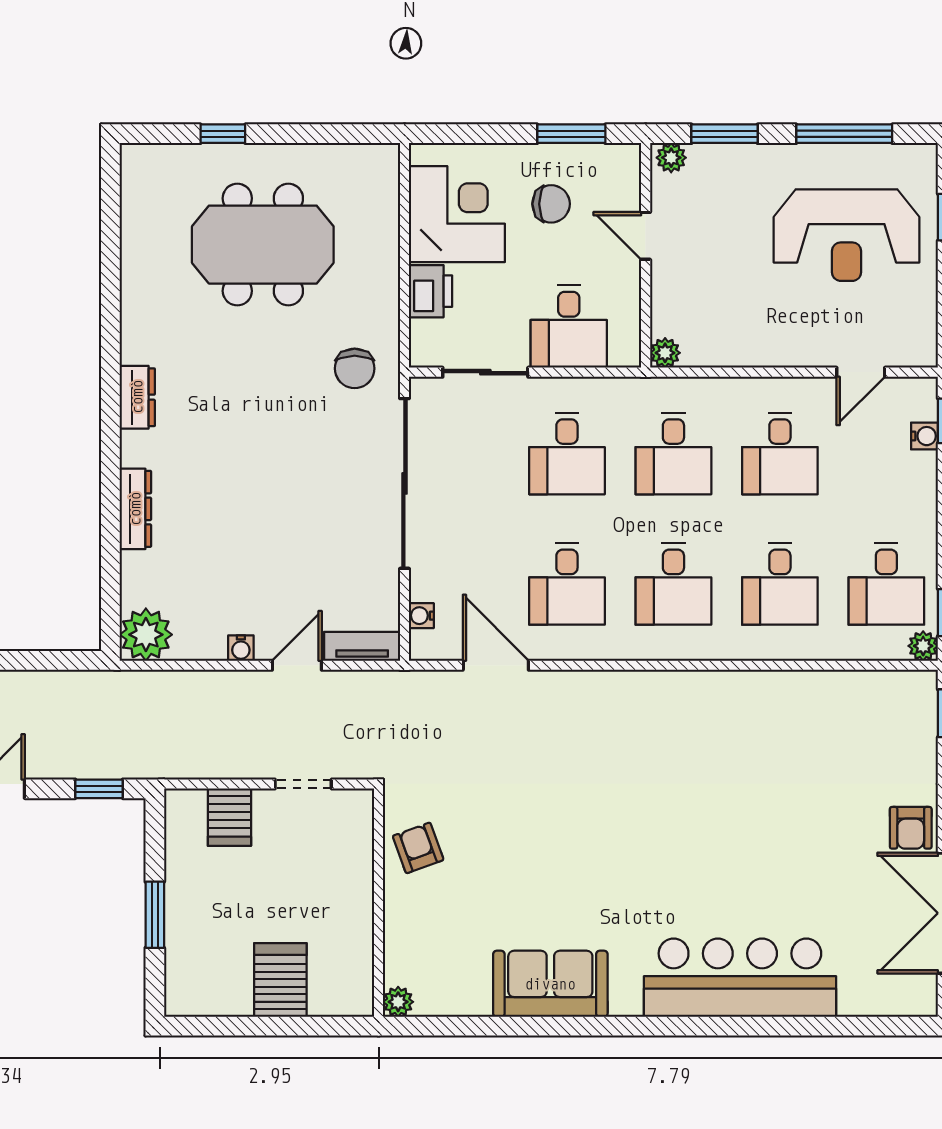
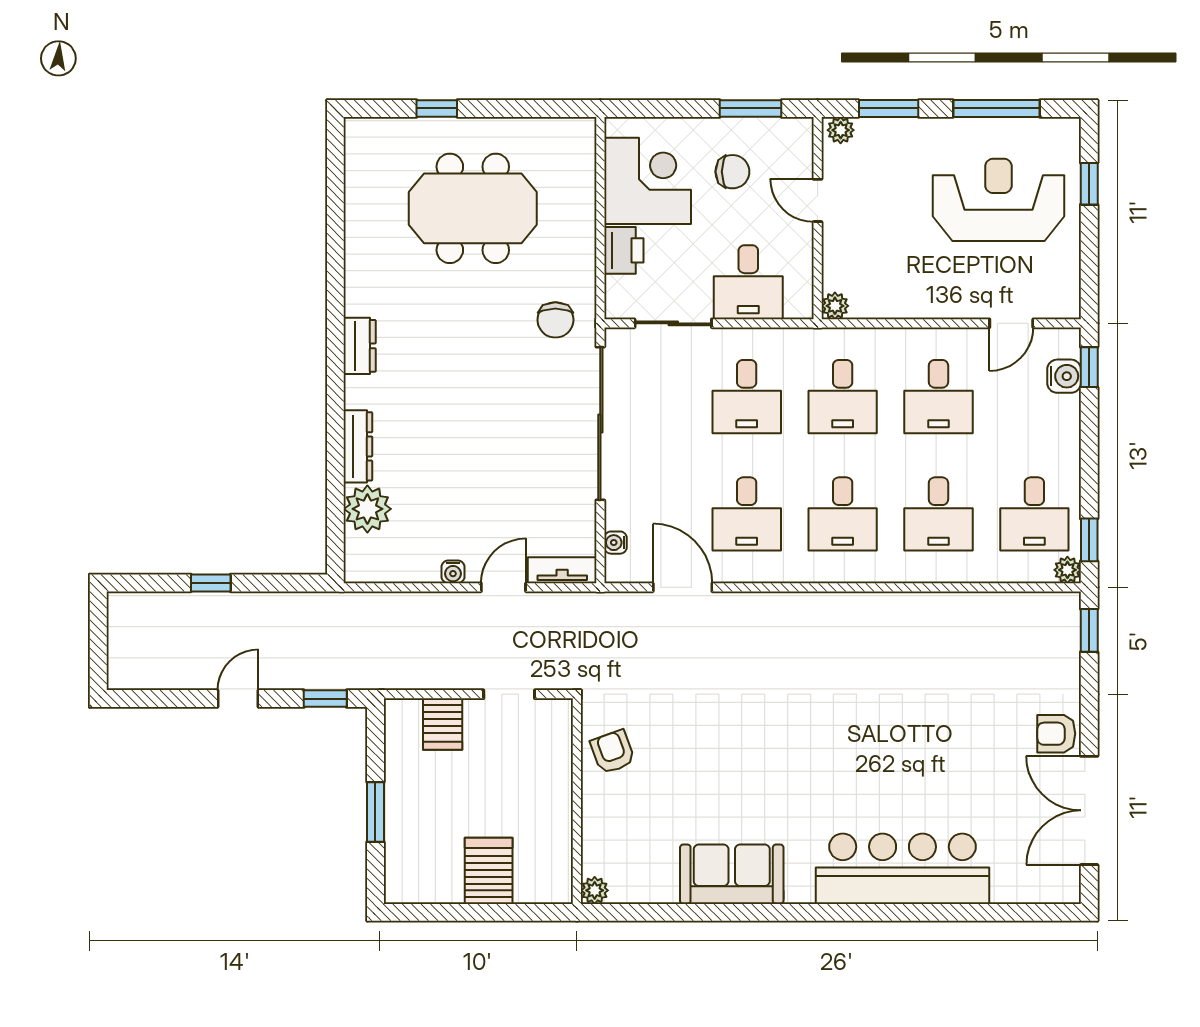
reception desk: (847, 235) -> (998, 200), turned 180
water cooler: (924, 436) -> (1064, 376), width x1.38, depth x1.38
plant: (146, 635) -> (367, 509), moved
armchair: (911, 828) -> (1056, 734), turned 90

